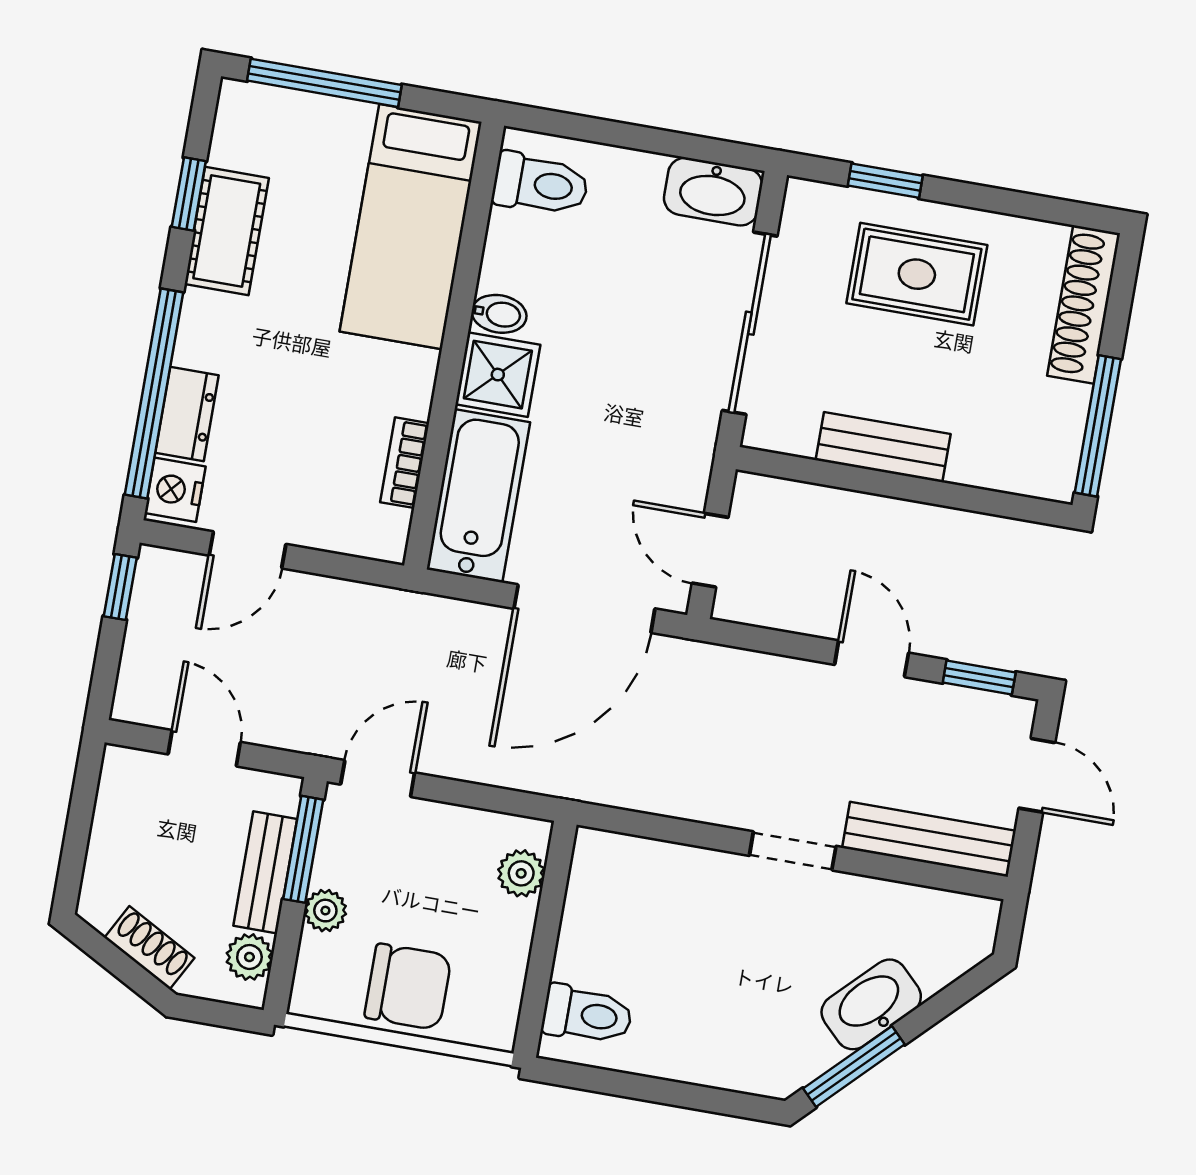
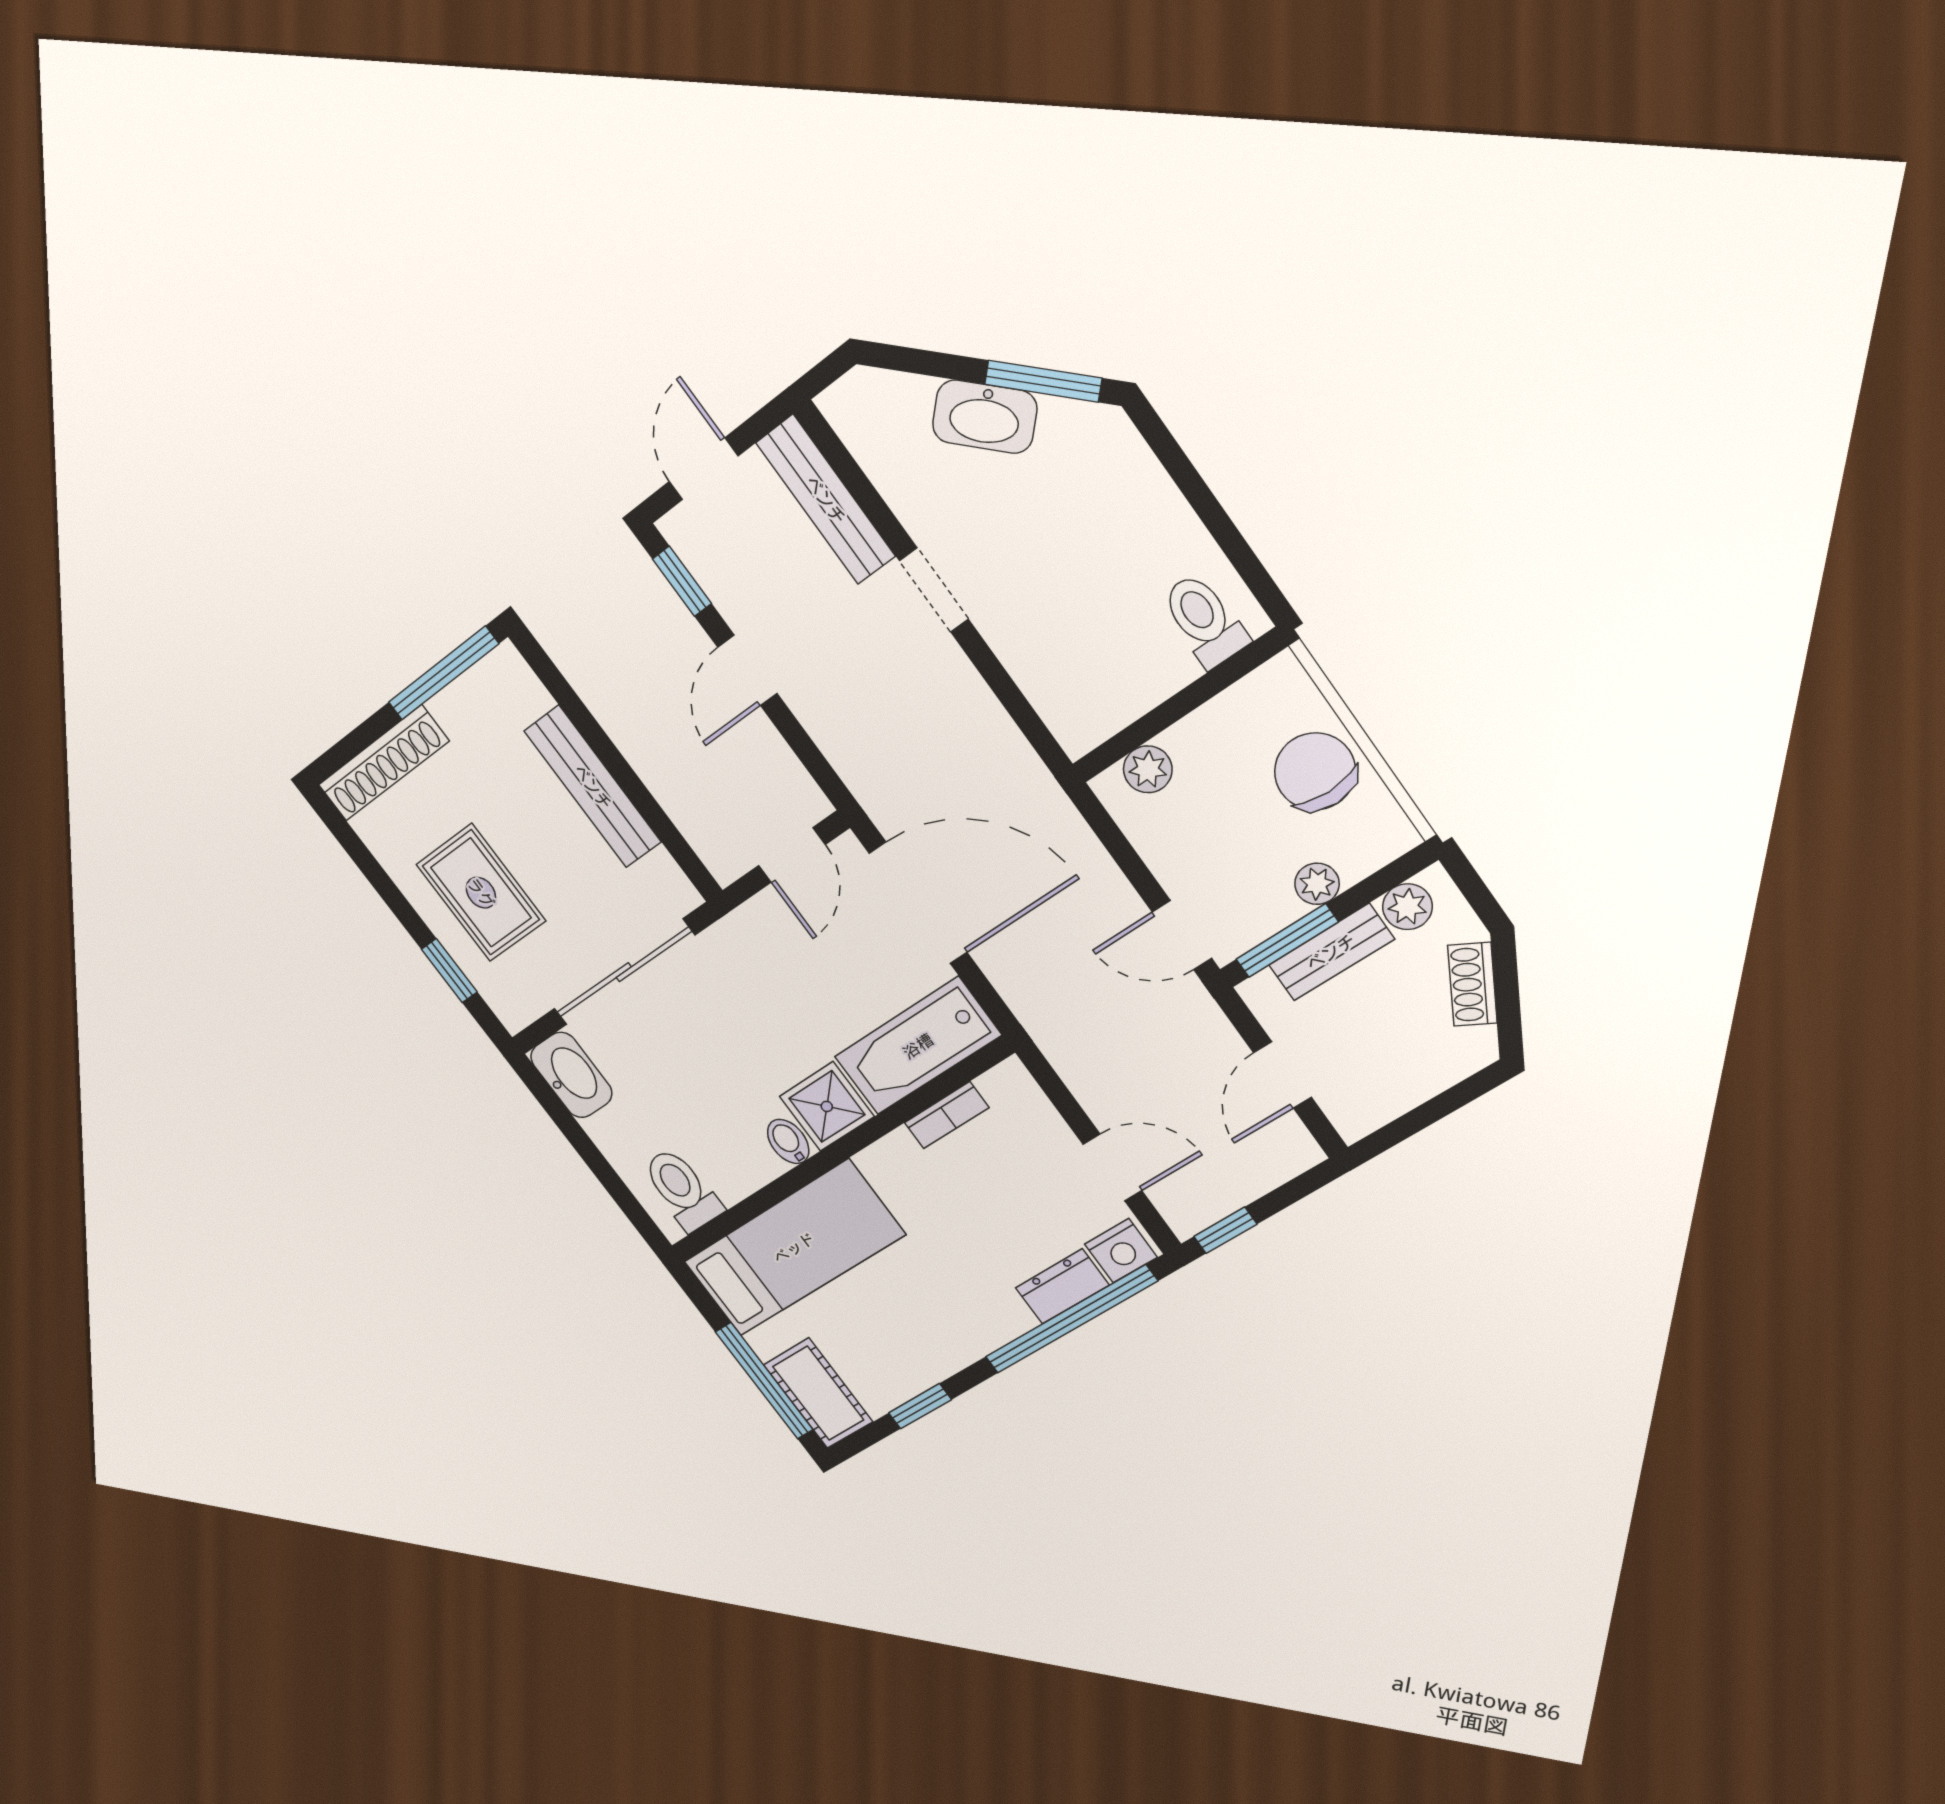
cot: (227, 231) -> (818, 1393), moved, turned 90
bench: (883, 447) -> (593, 787), width x1.36

